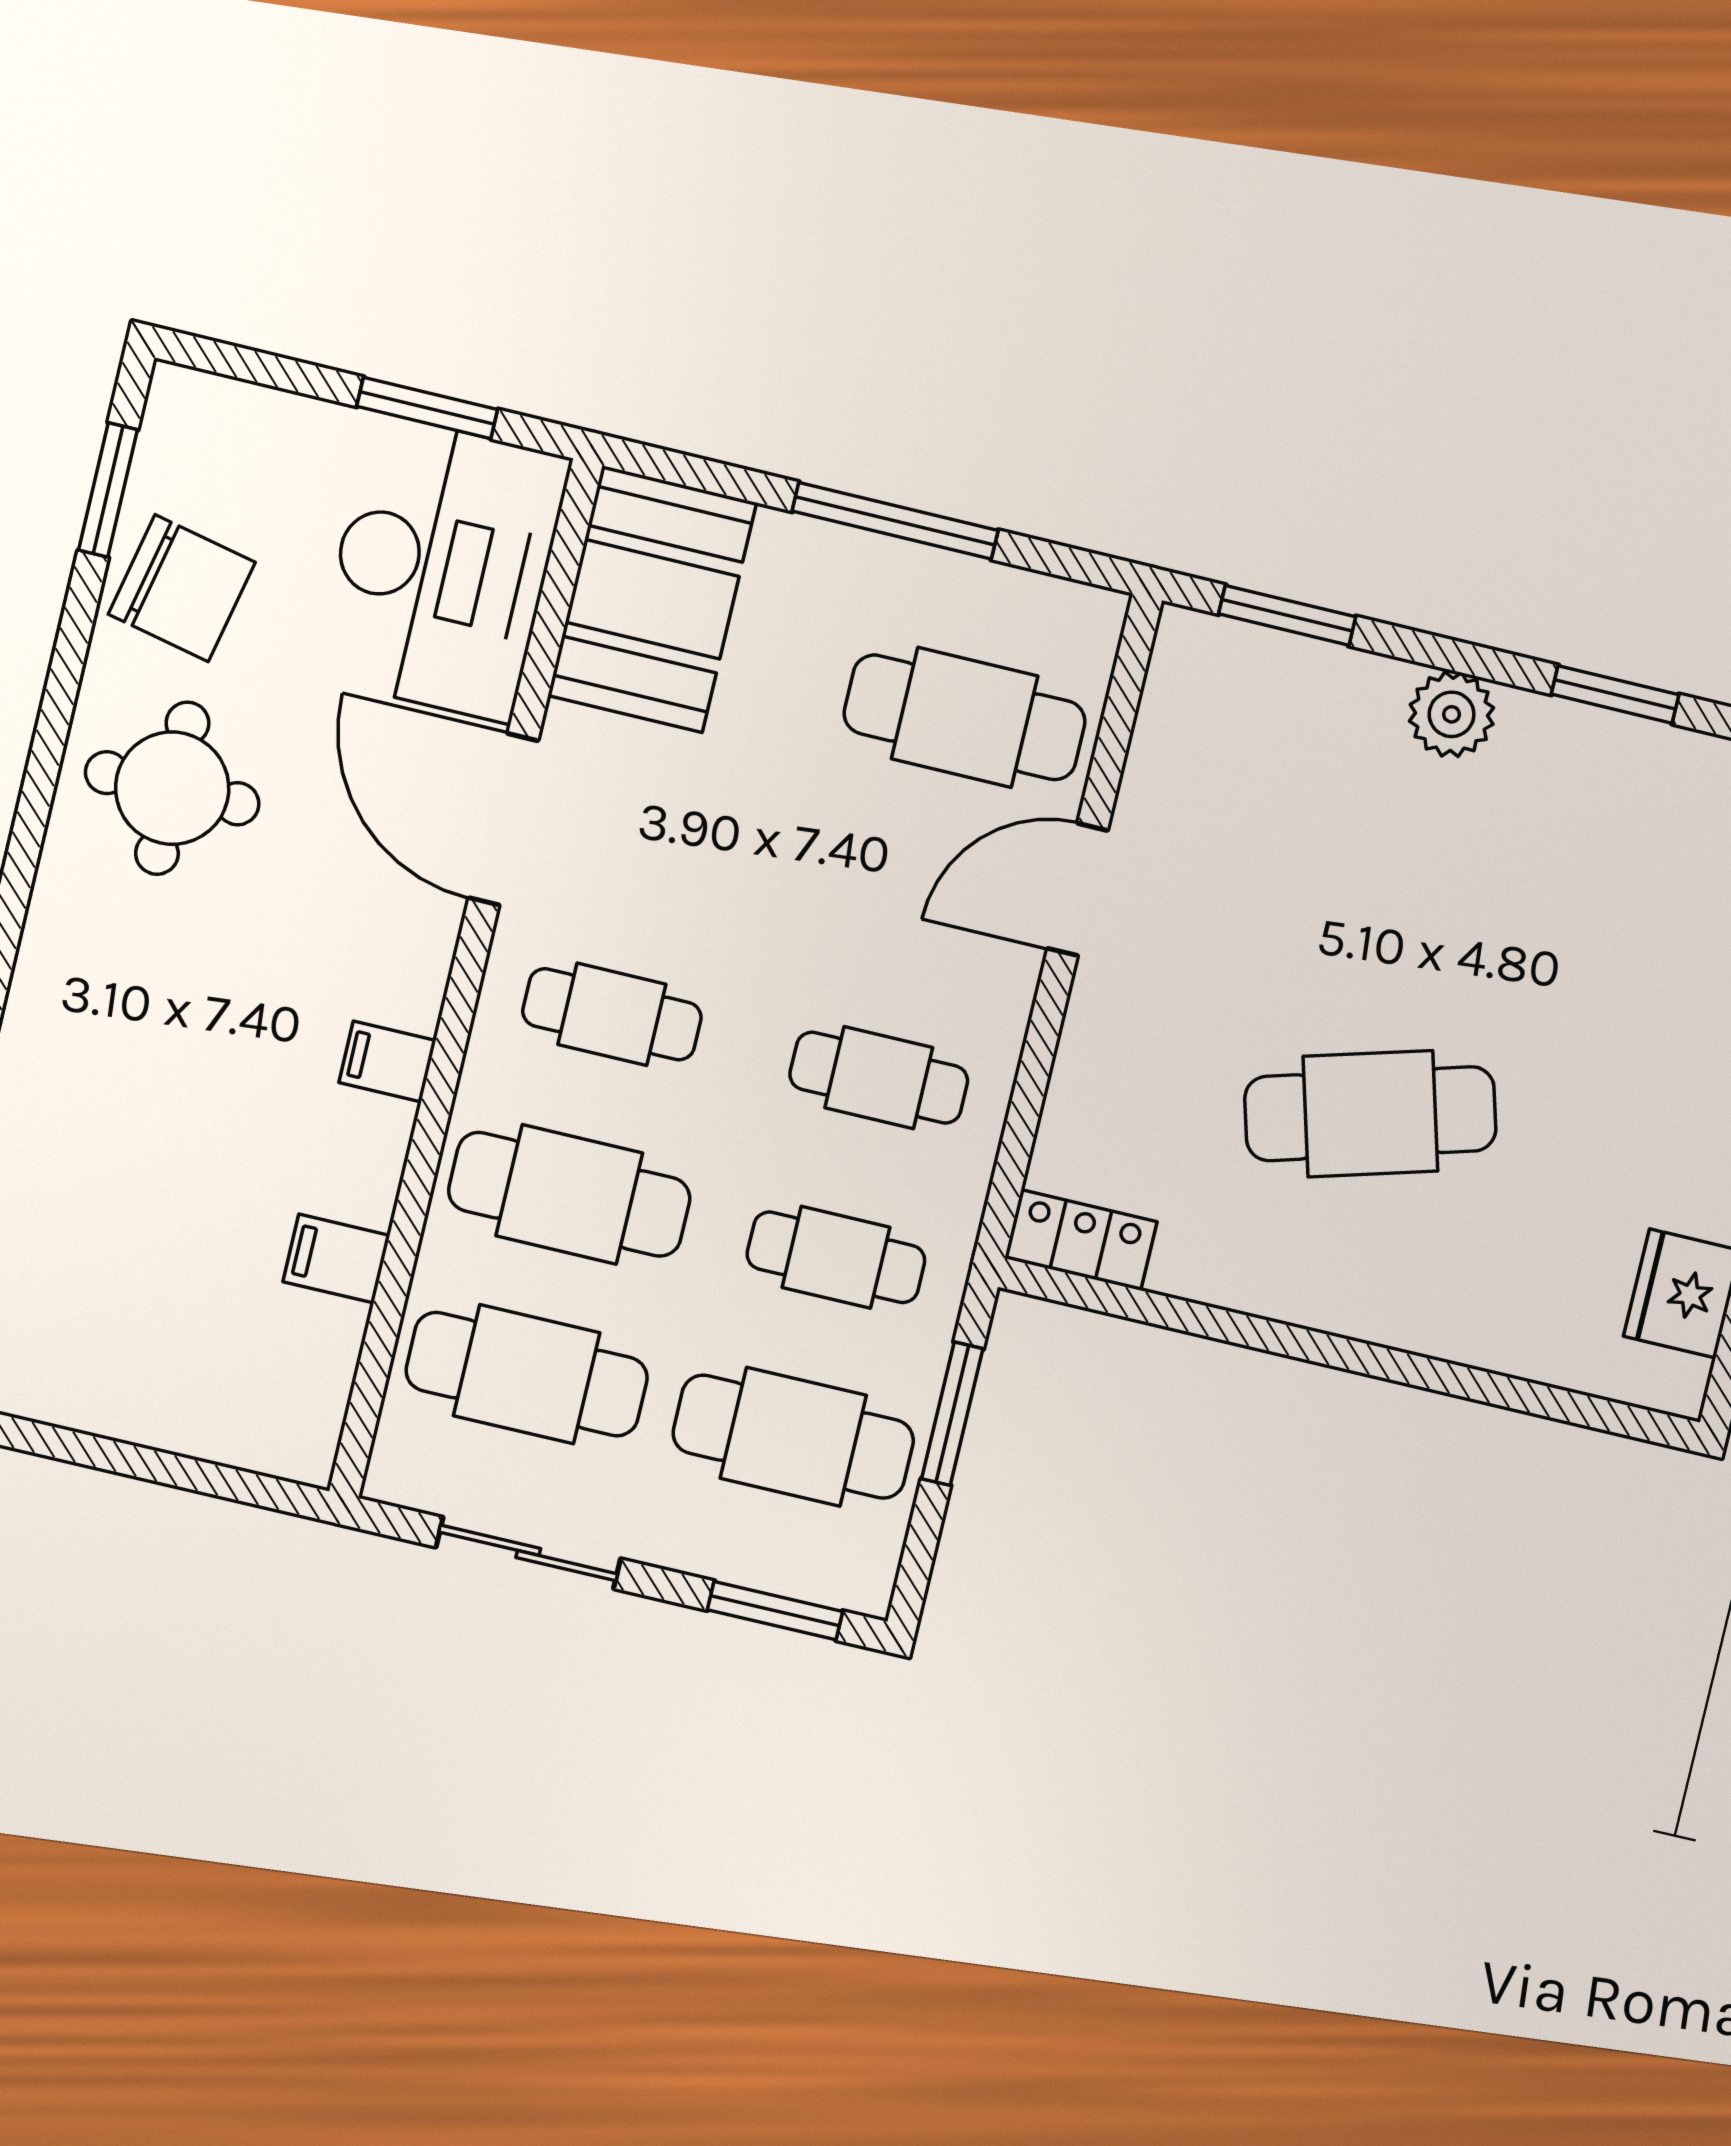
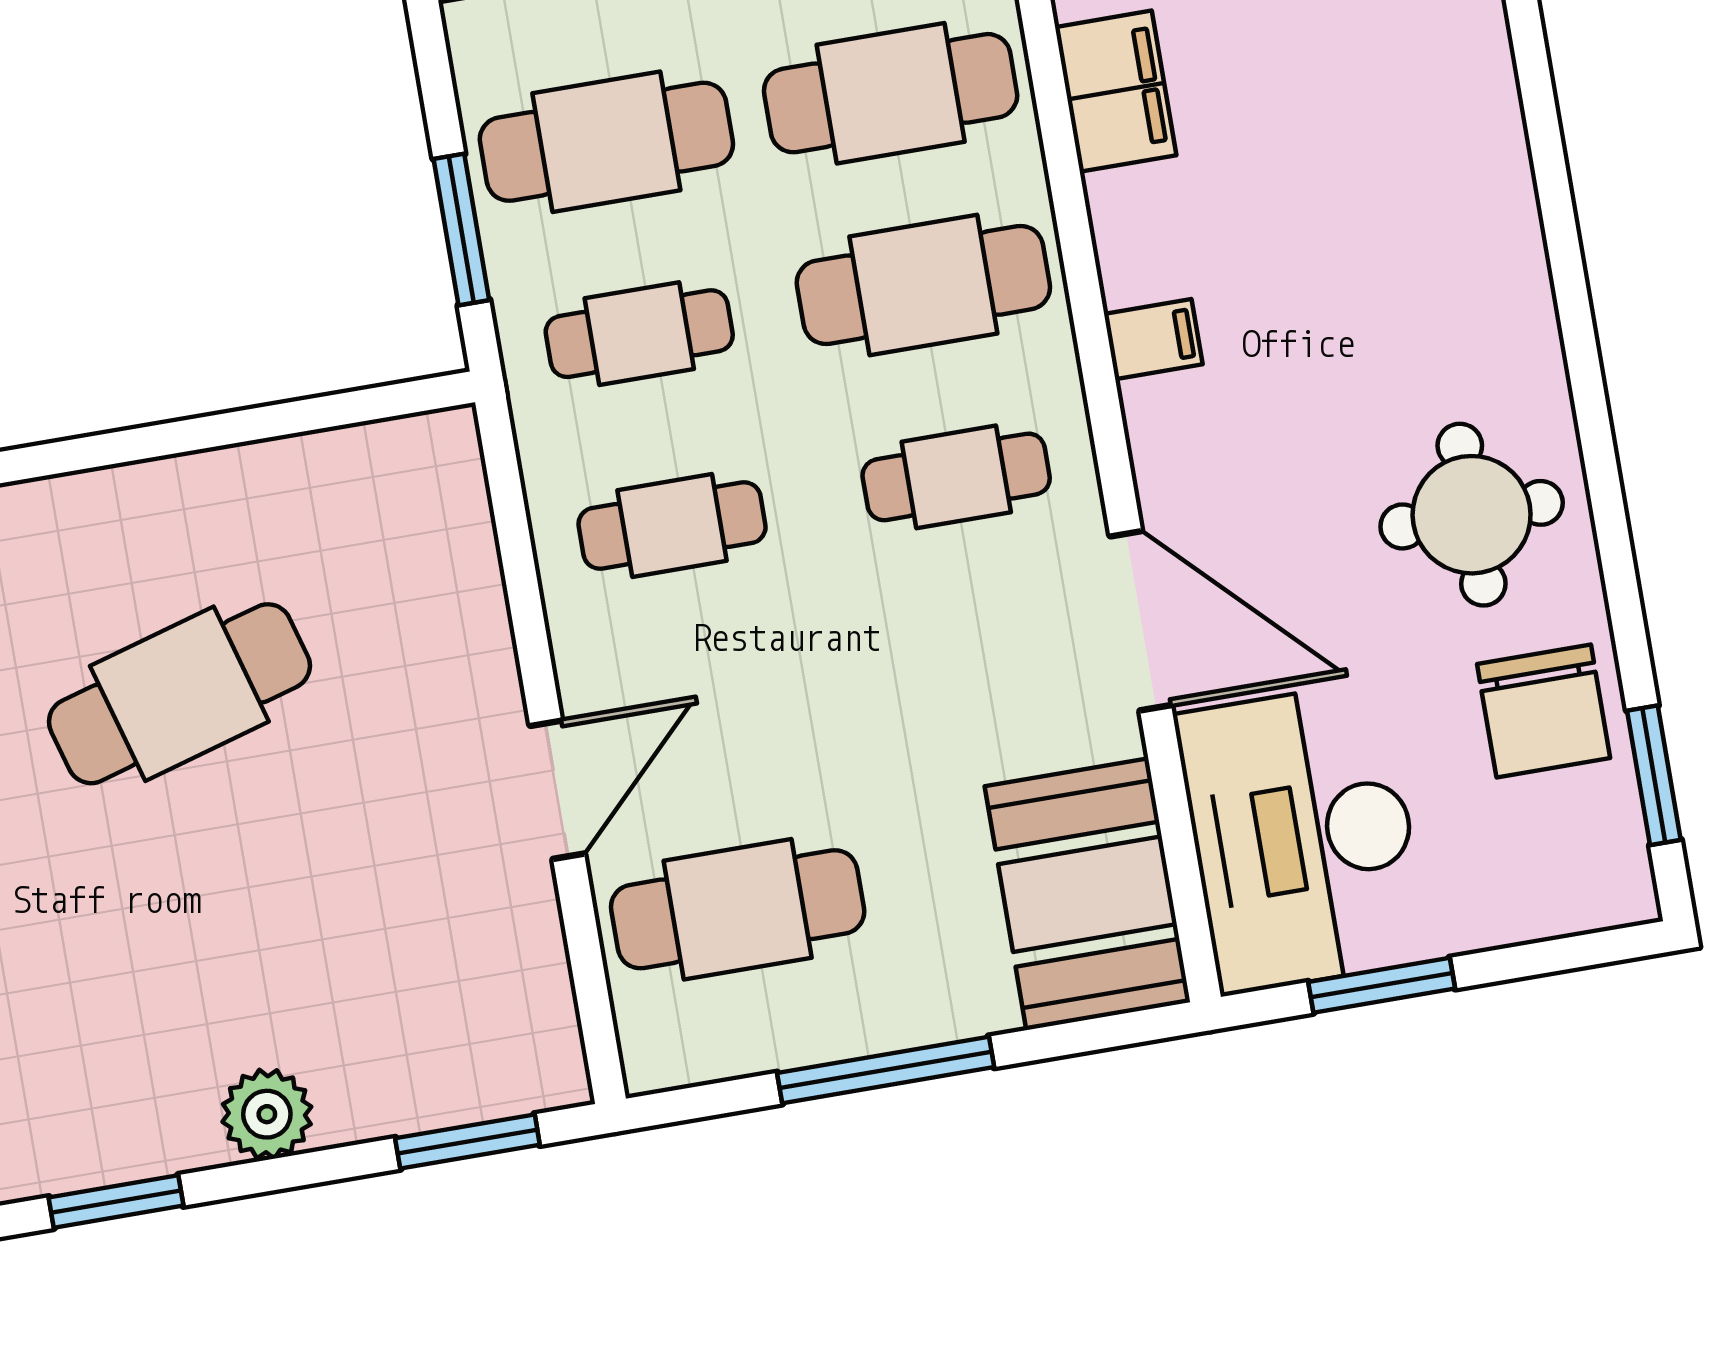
chair: (182, 588) -> (1544, 711), turned -102
locker: (1081, 1240) -> (409, 451), removed
filing cabinet: (336, 1259) -> (1116, 91), width x2.00

